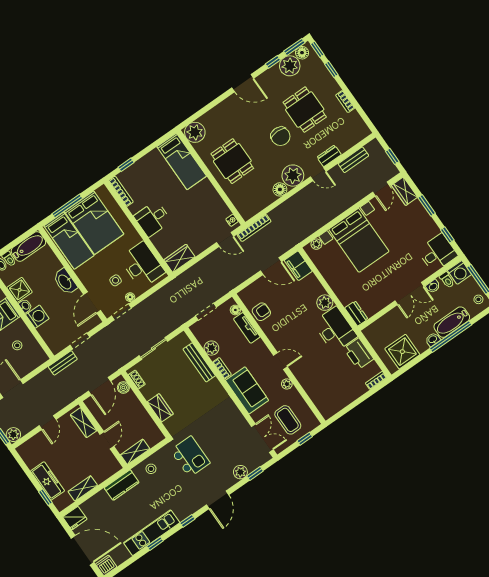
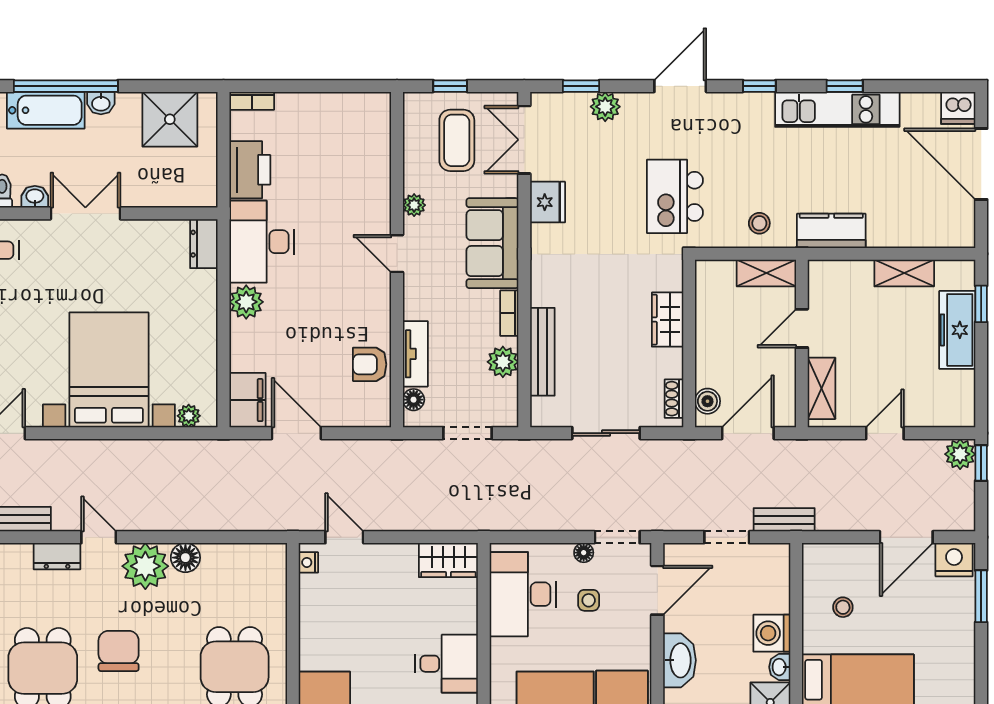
bookcase: (254, 228) -> (279, 522), removed
fridge: (75, 518) -> (548, 202), moved, turned 90

